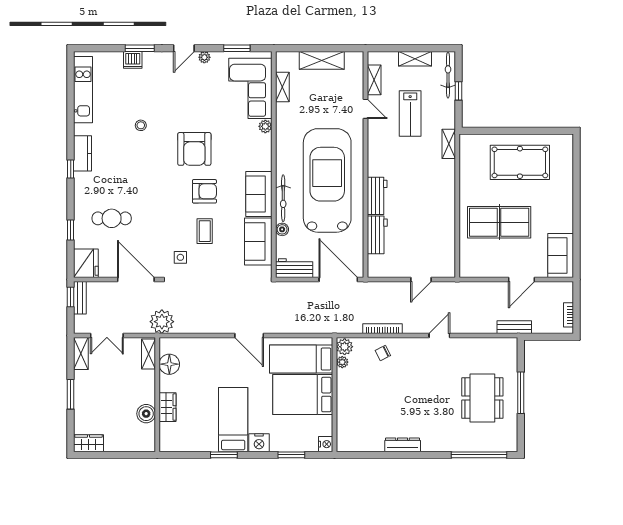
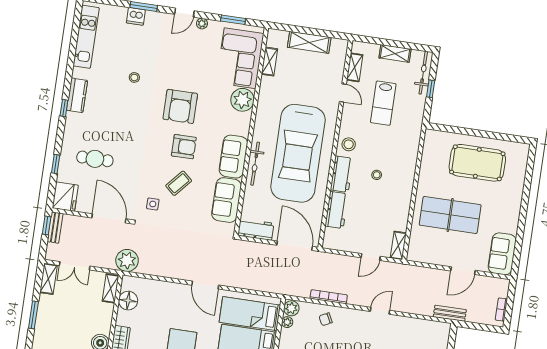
plant: (265, 126) -> (242, 100), width x1.88, depth x1.88
shelving: (449, 144) -> (398, 245), moved
stool: (380, 163) -> (349, 144), added
car: (327, 180) -> (298, 153), turned 180
stool: (414, 191) -> (377, 175), added
boiler: (282, 229) -> (250, 192), removed
coffee table: (205, 231) -> (179, 183), turned 41

